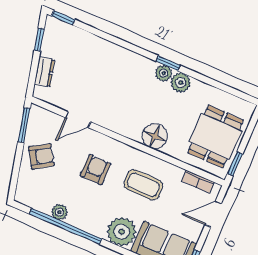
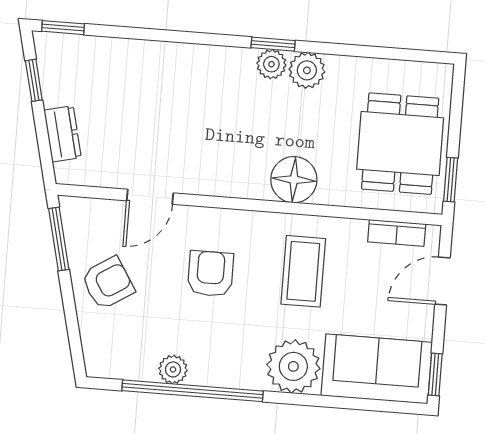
coffee table: (143, 185) -> (303, 271), turned 90

